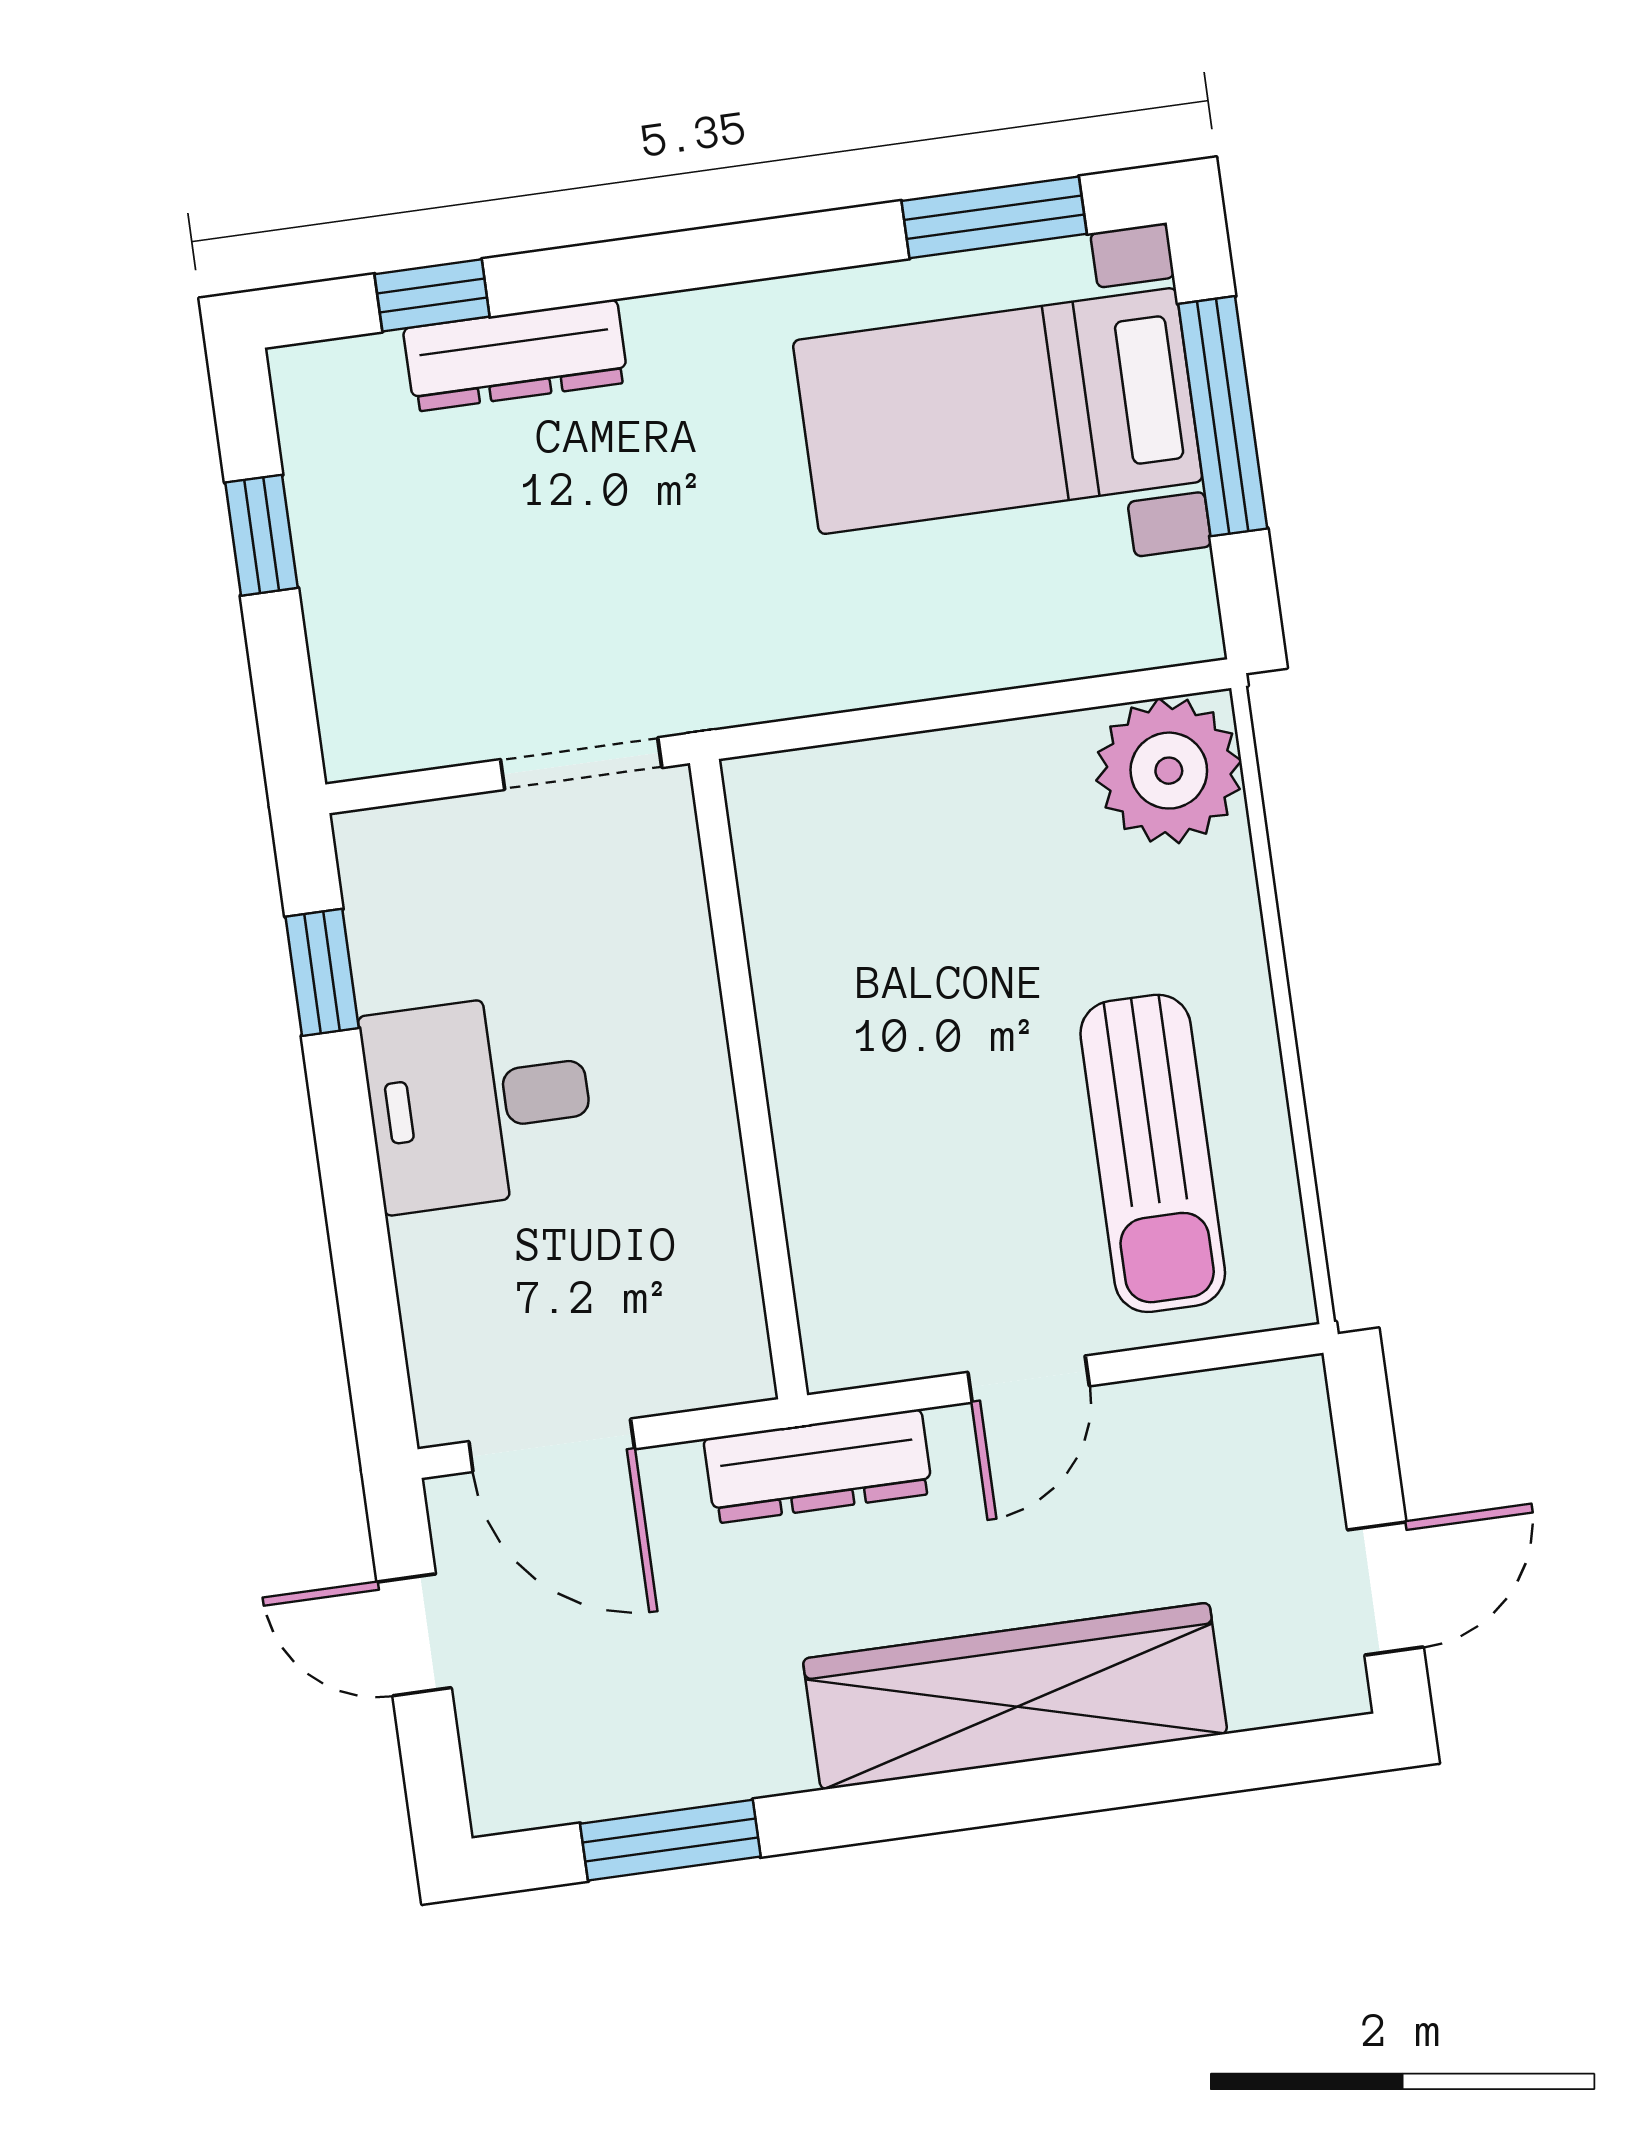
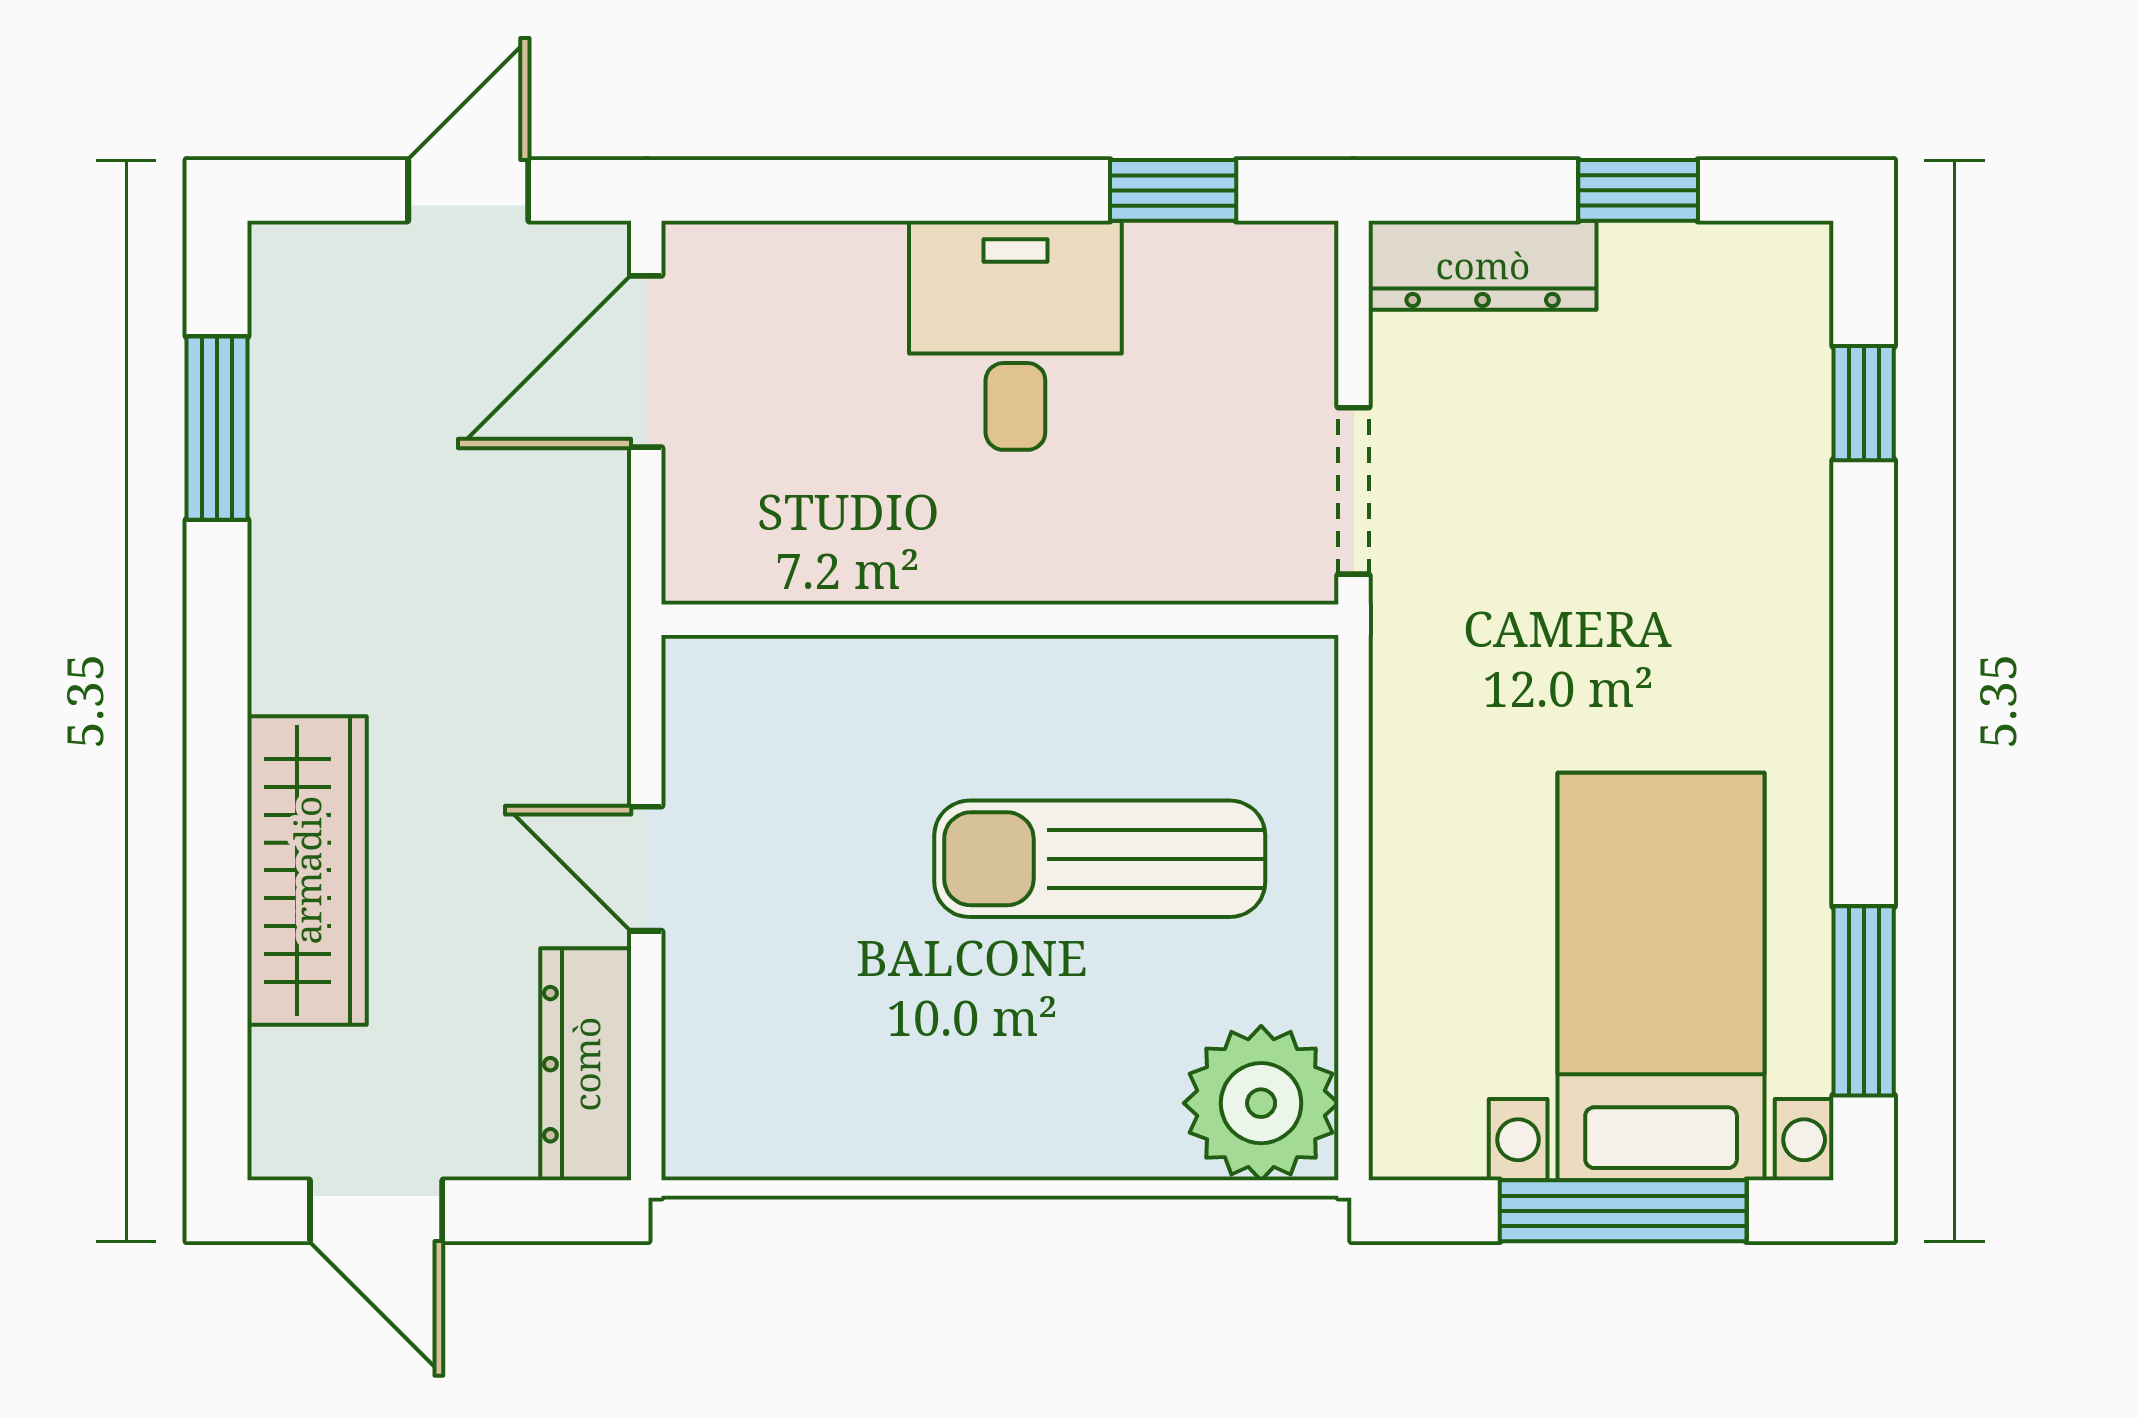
dresser: (516, 356) -> (1483, 265), moved, turned -90
sun lounger: (1153, 1153) -> (1100, 859), moved
dresser: (818, 1466) -> (586, 1064), moved
wardrobe: (1015, 1696) -> (307, 870), width x0.71, depth x0.85

